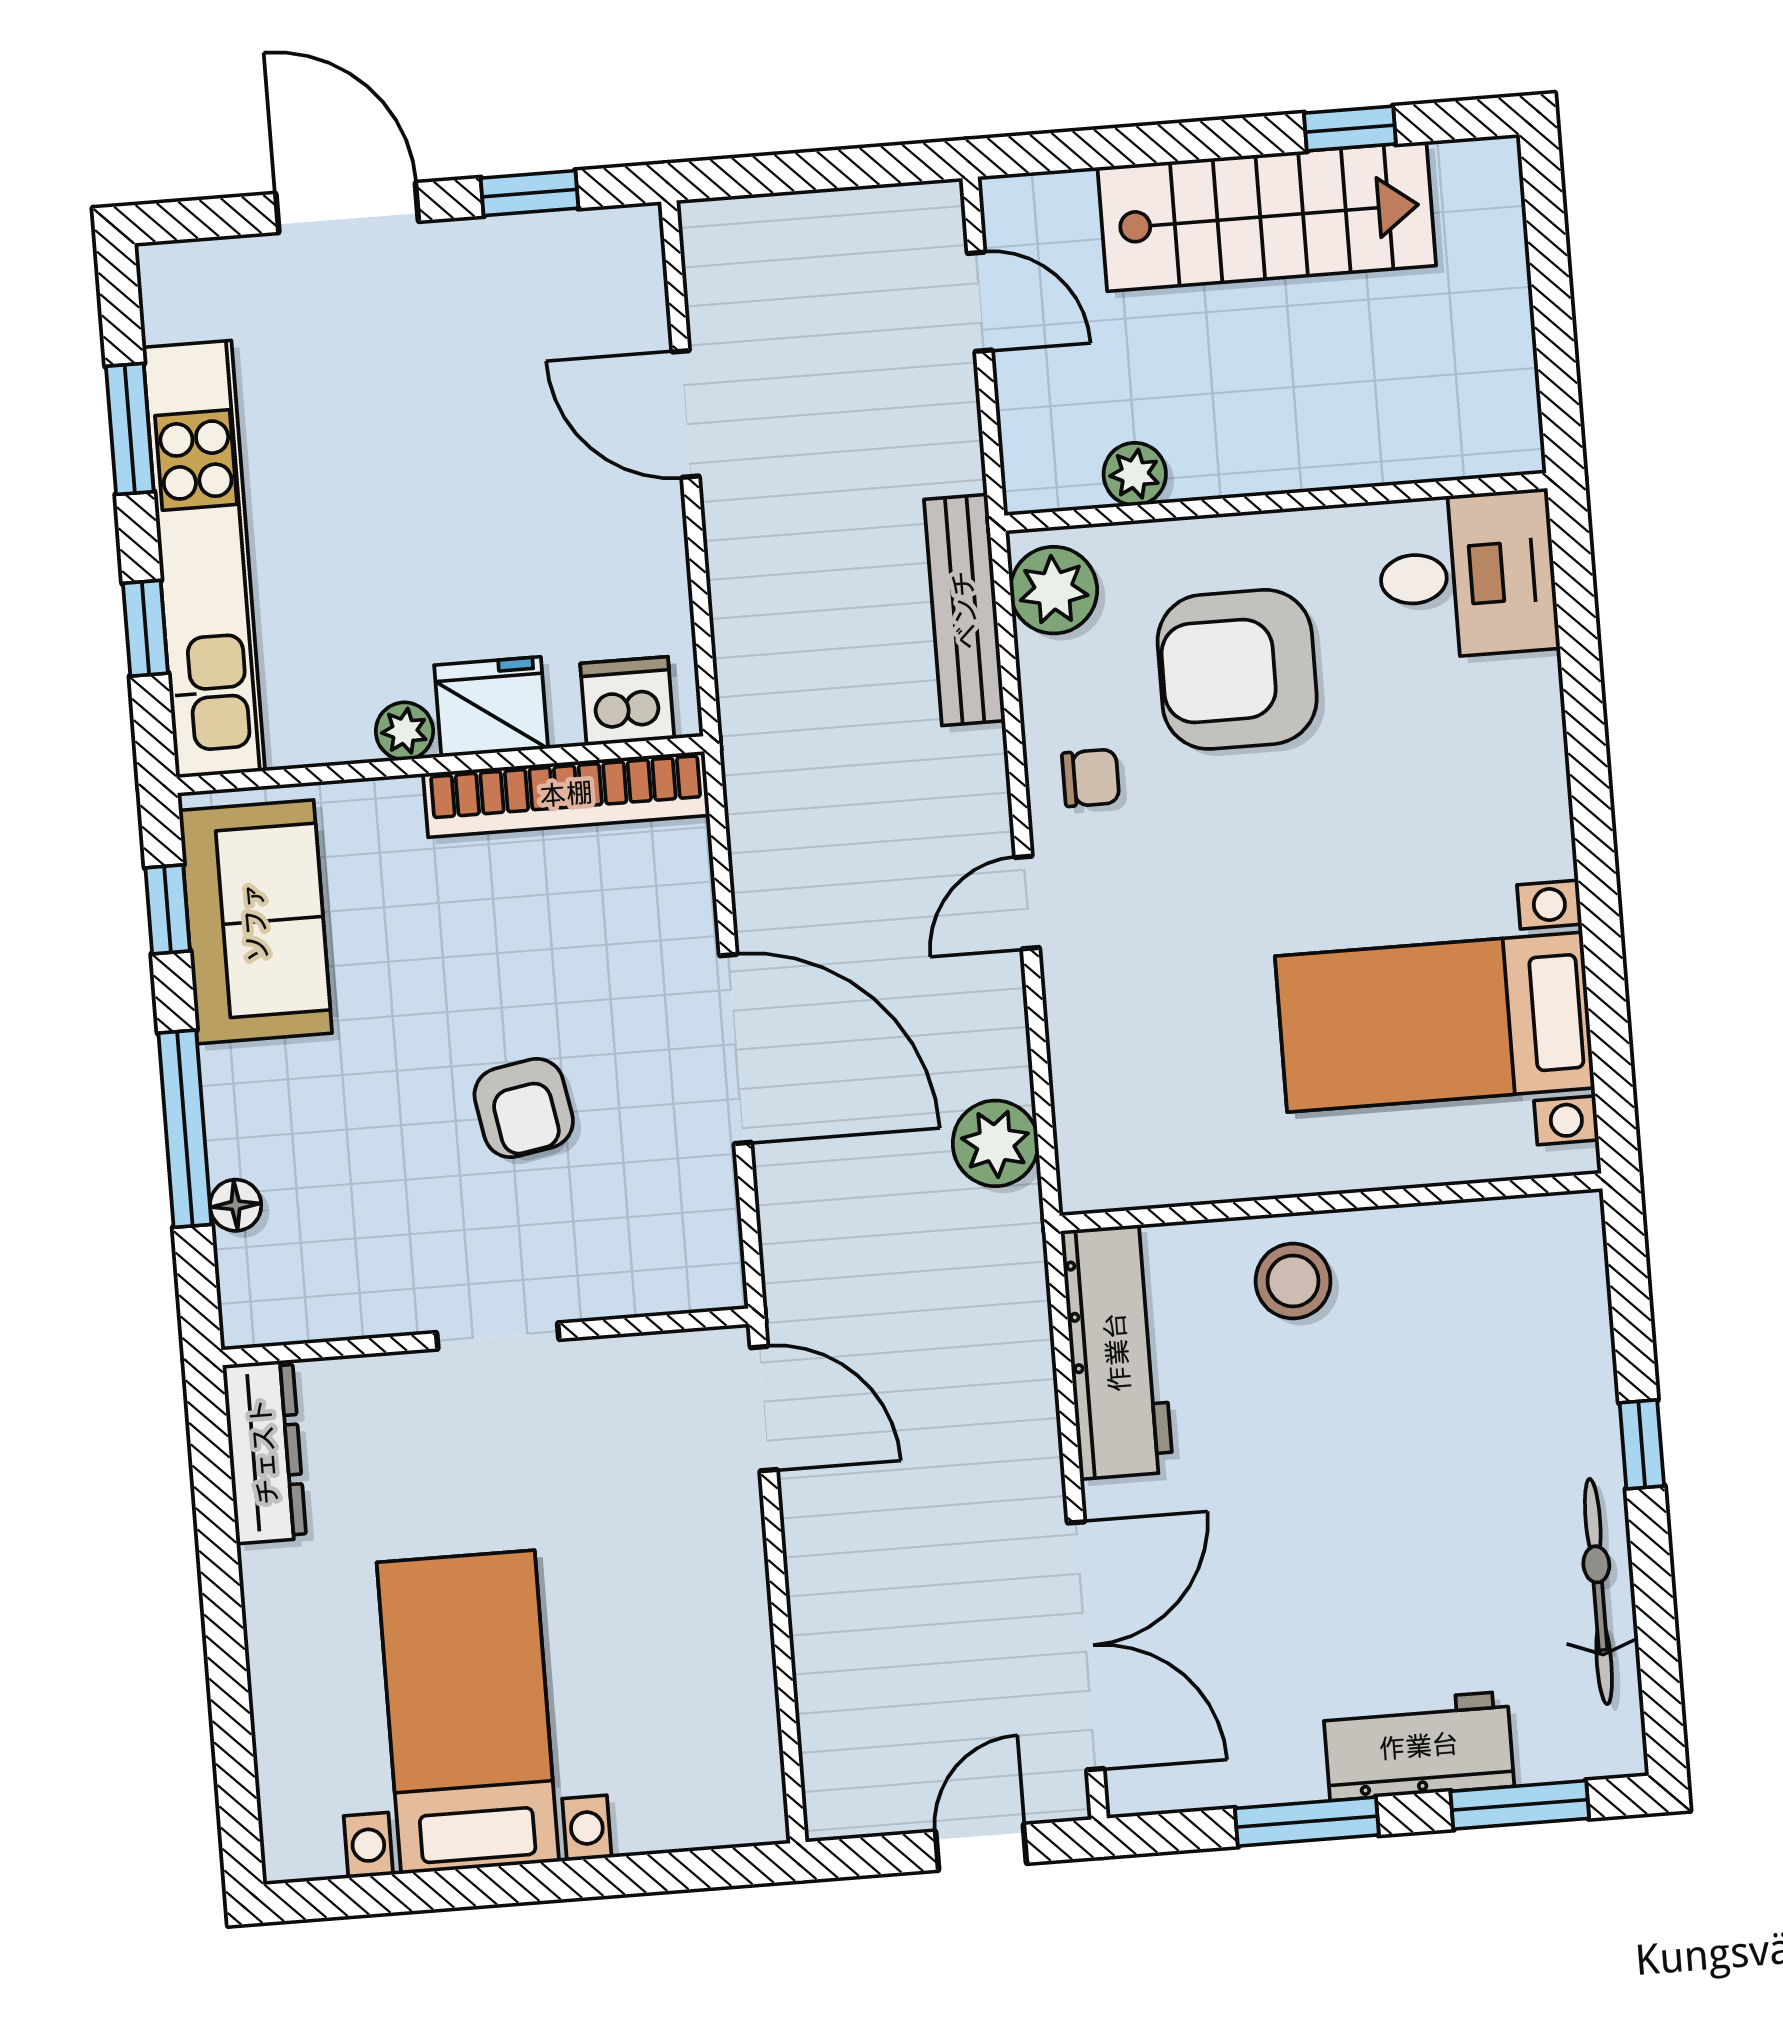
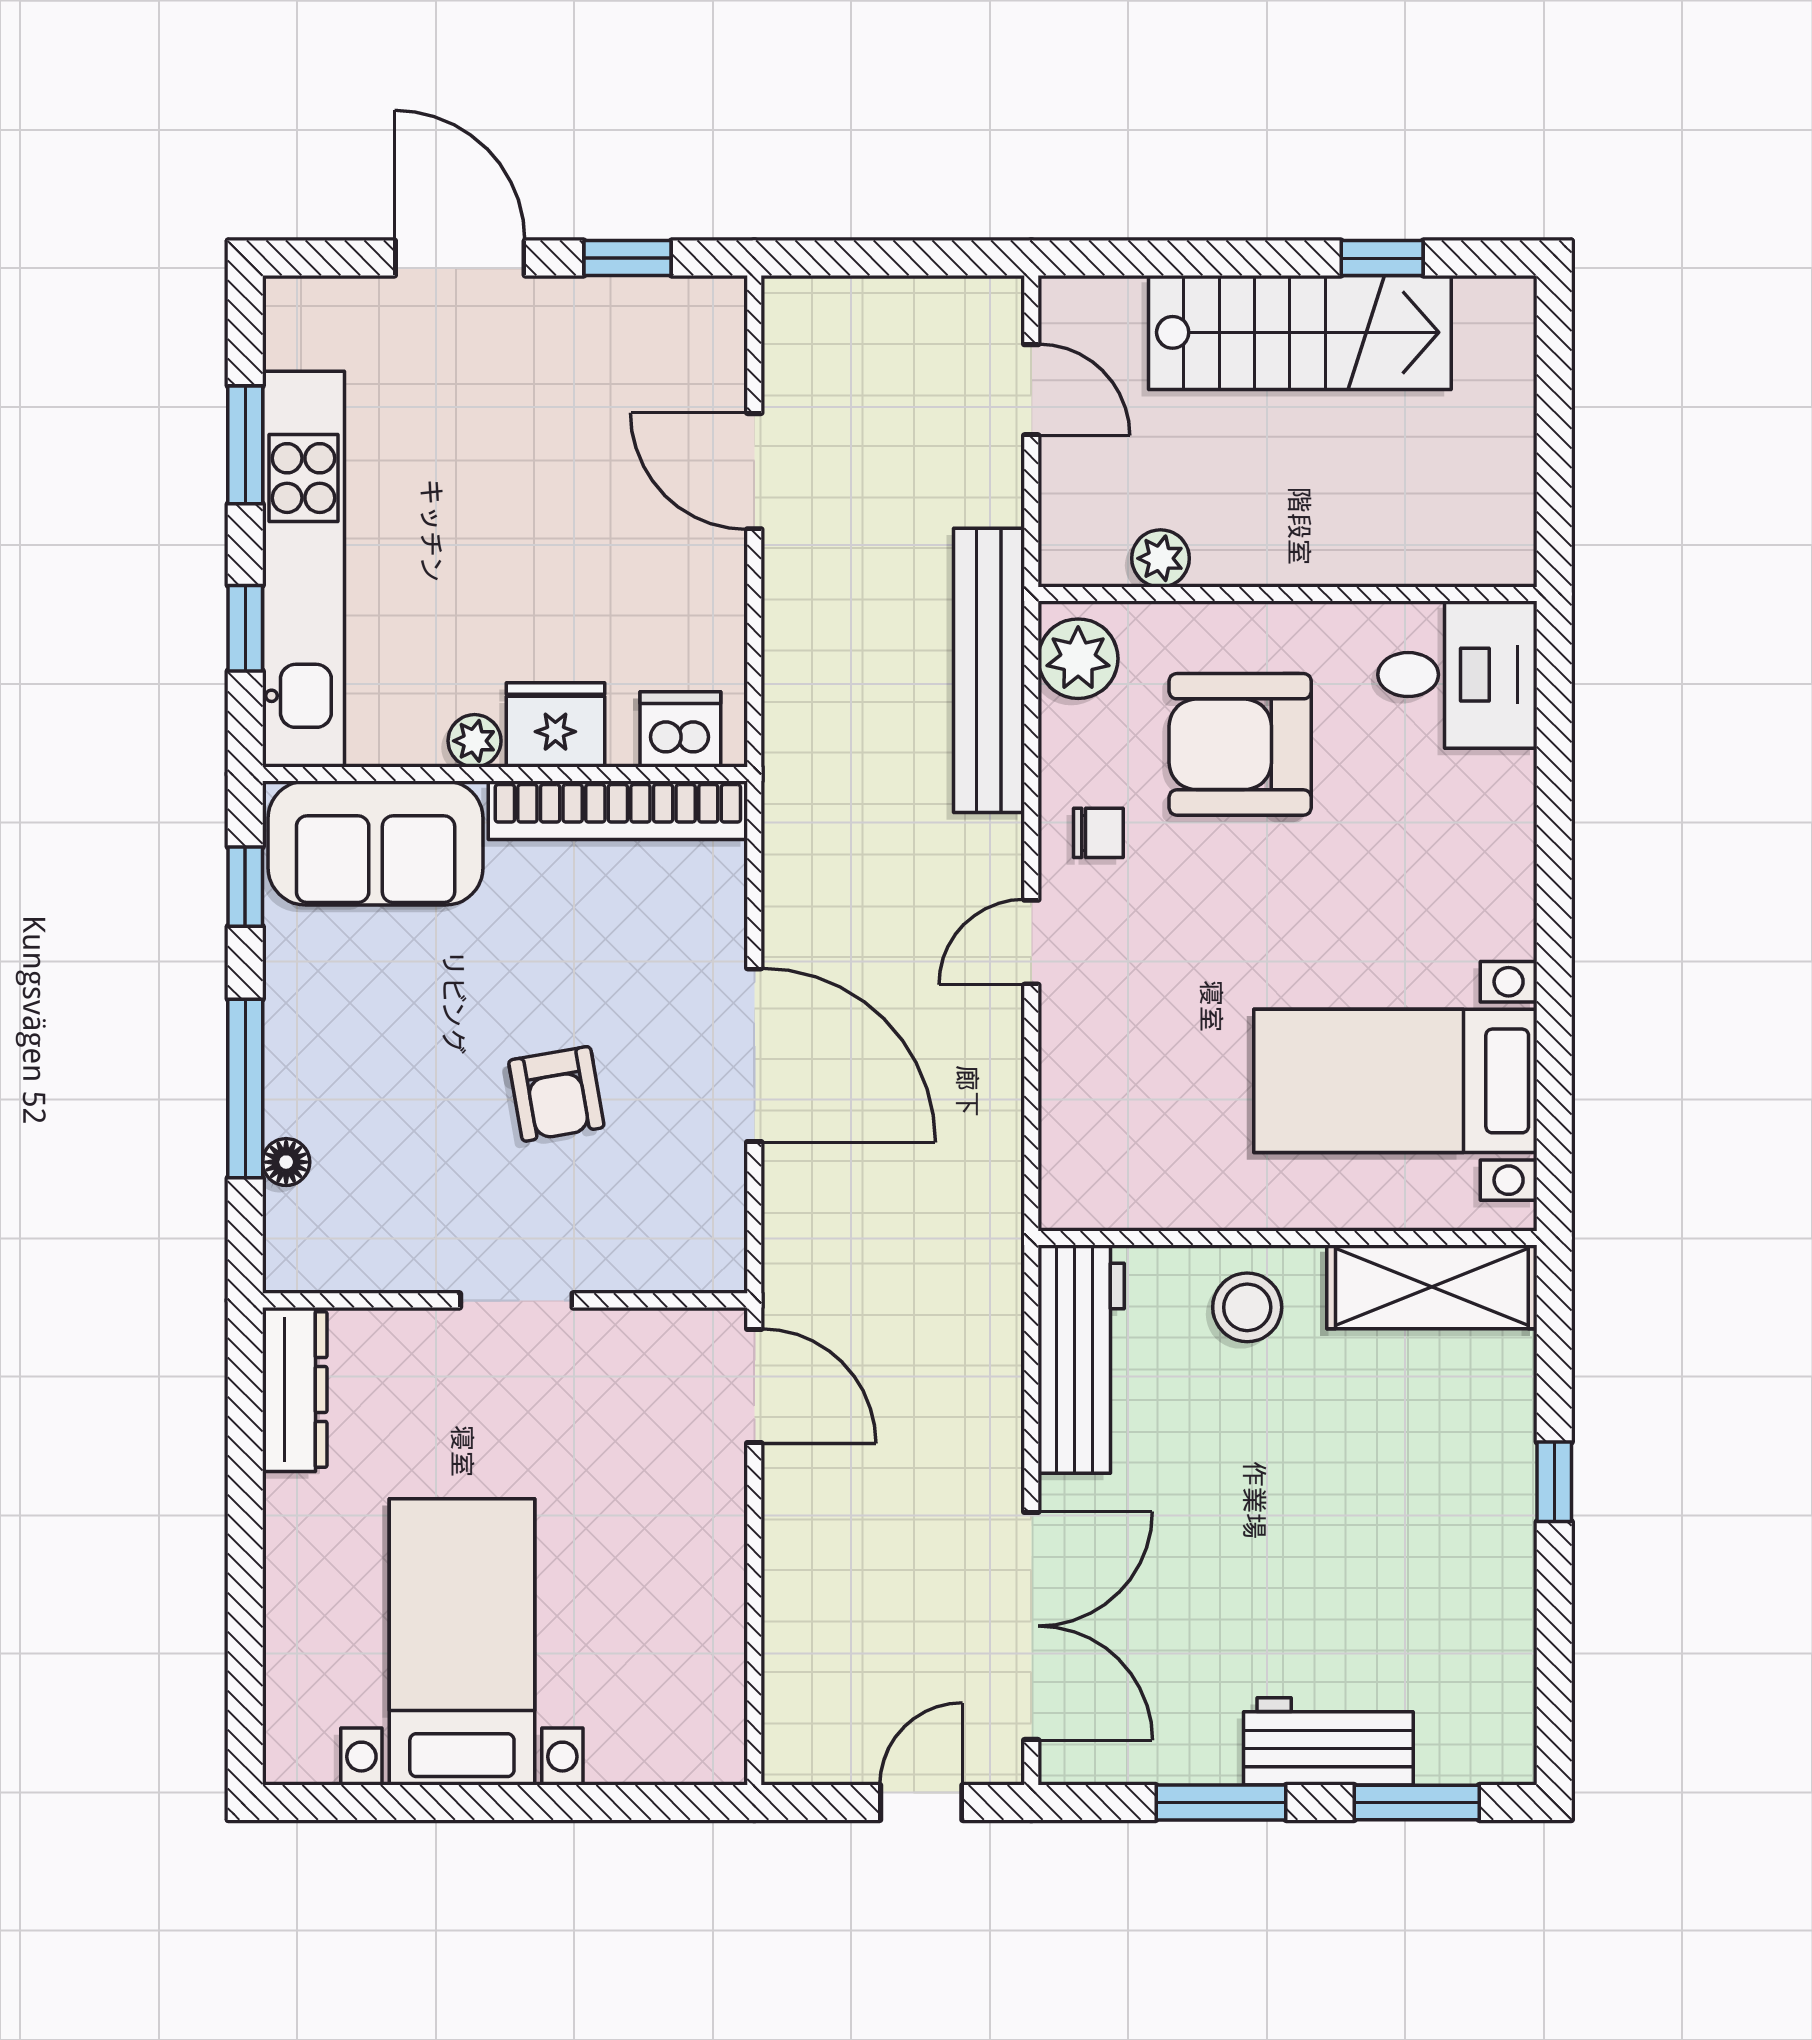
bench: (965, 610) -> (989, 670), width x1.37, depth x1.21
sofa: (255, 922) -> (376, 843), moved, turned 90
plant: (995, 1143) -> (985, 1160), removed
shelving: (1492, 1243) -> (1432, 1287), added
bicycle: (1598, 1591) -> (1504, 1613), removed

